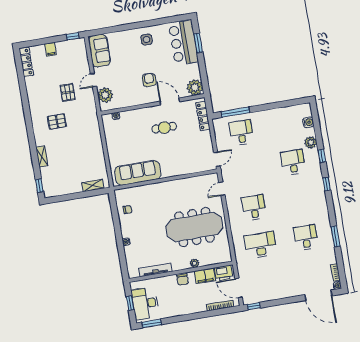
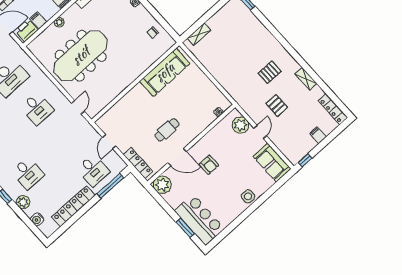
side table: (147, 39) -> (248, 196), moved
locker: (274, 115) -> (73, 206), added
shelving: (42, 156) -> (306, 79), moved
door: (217, 159) -> (109, 142), moved
filing cabinet: (205, 276) -> (38, 20), width x0.50

